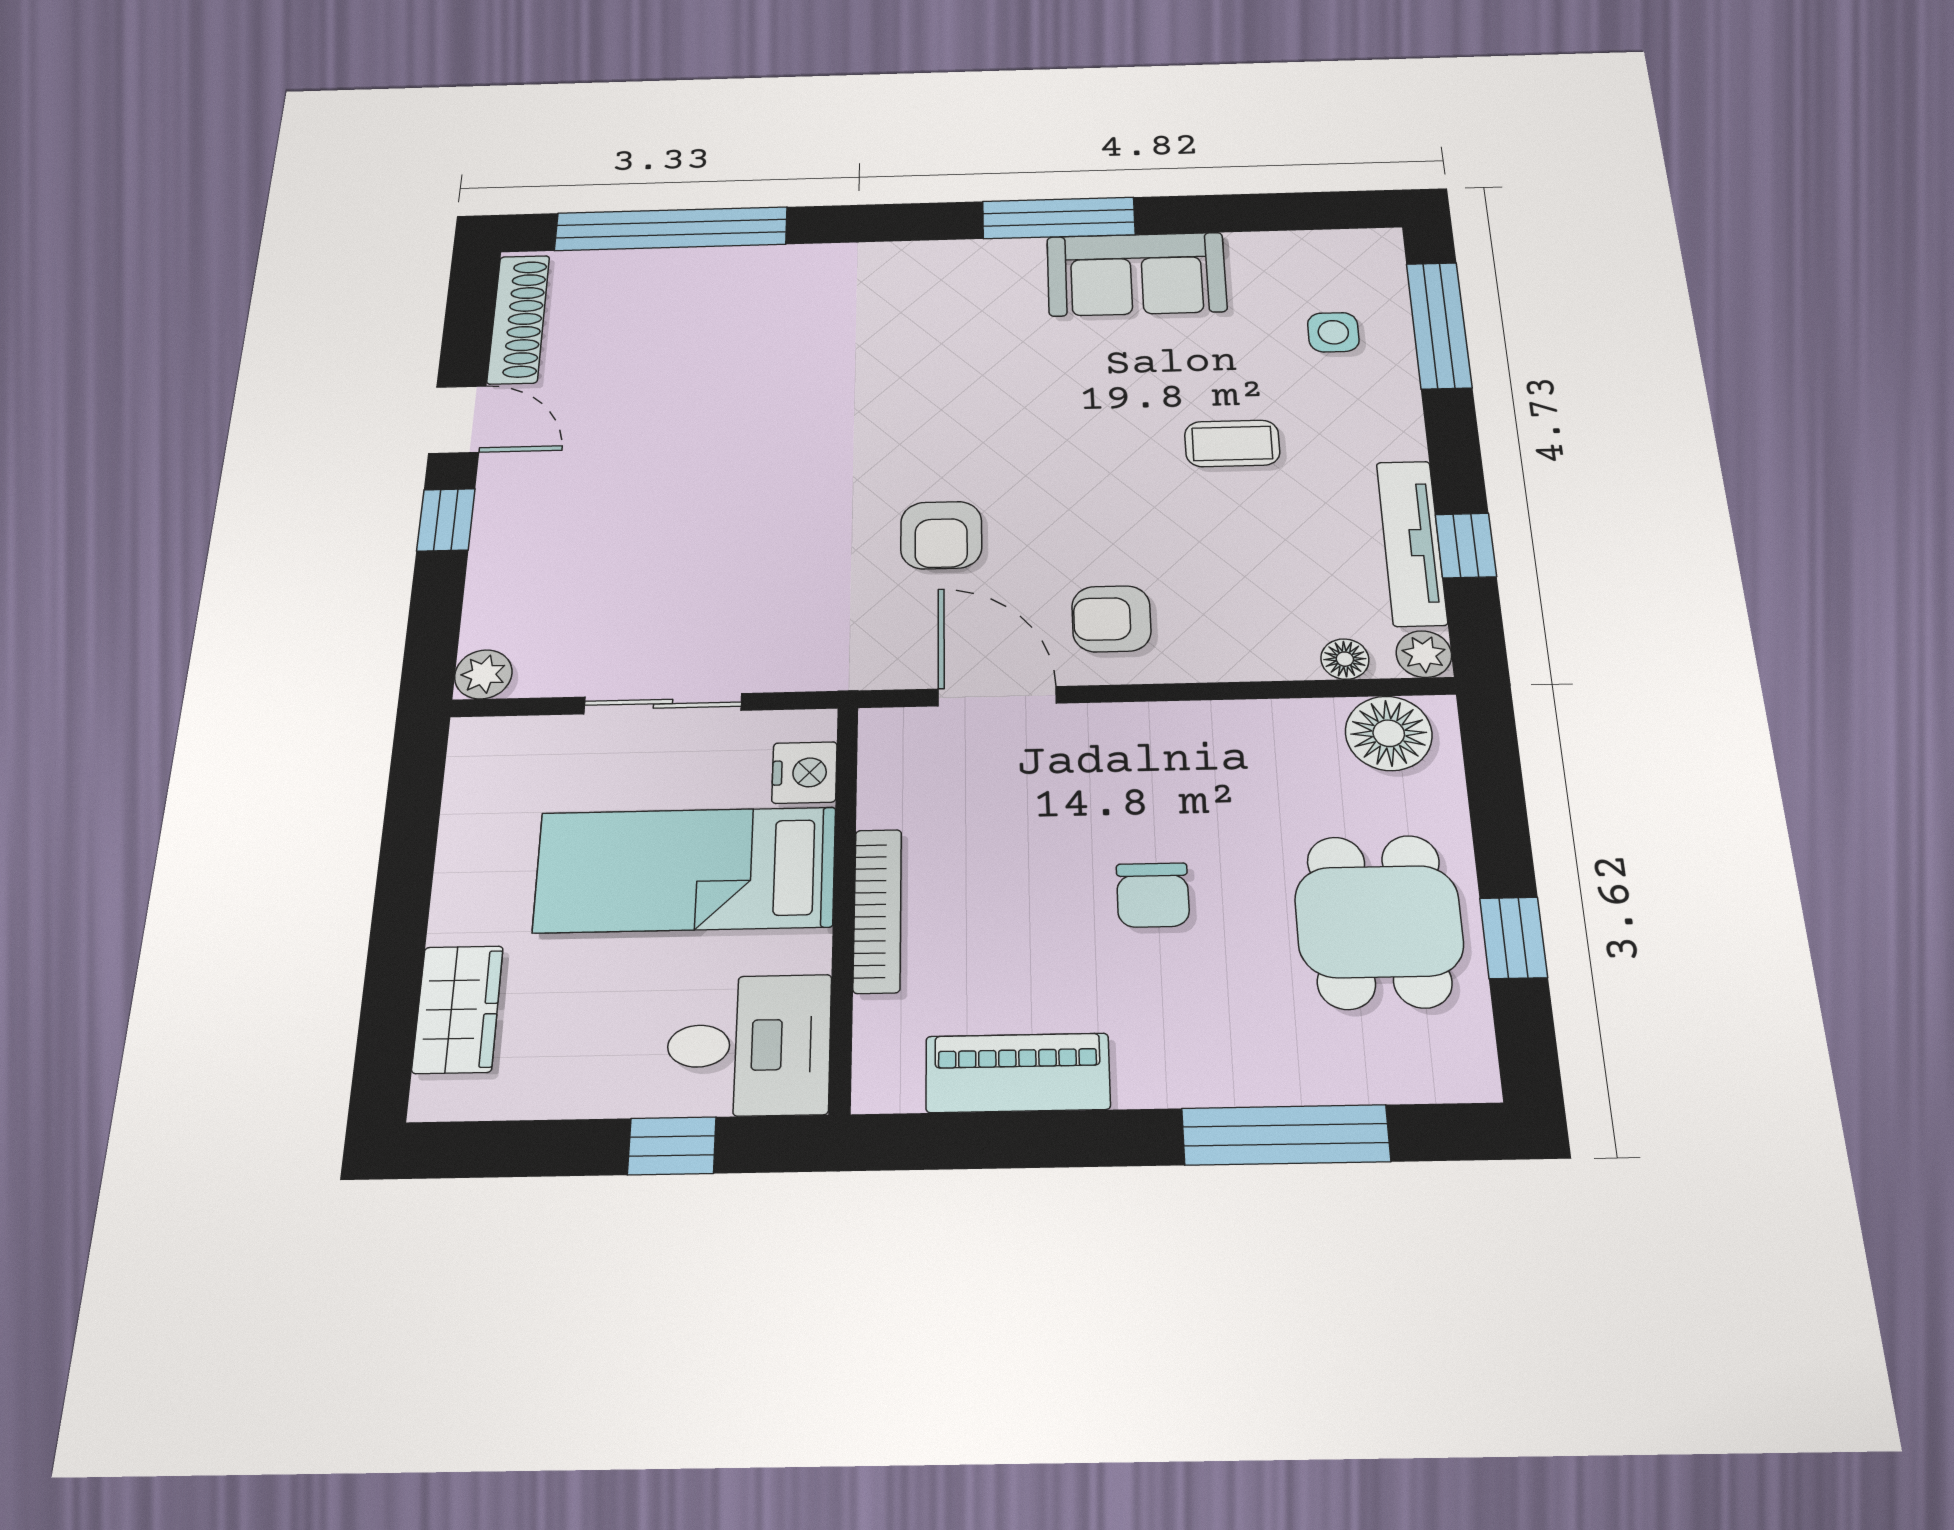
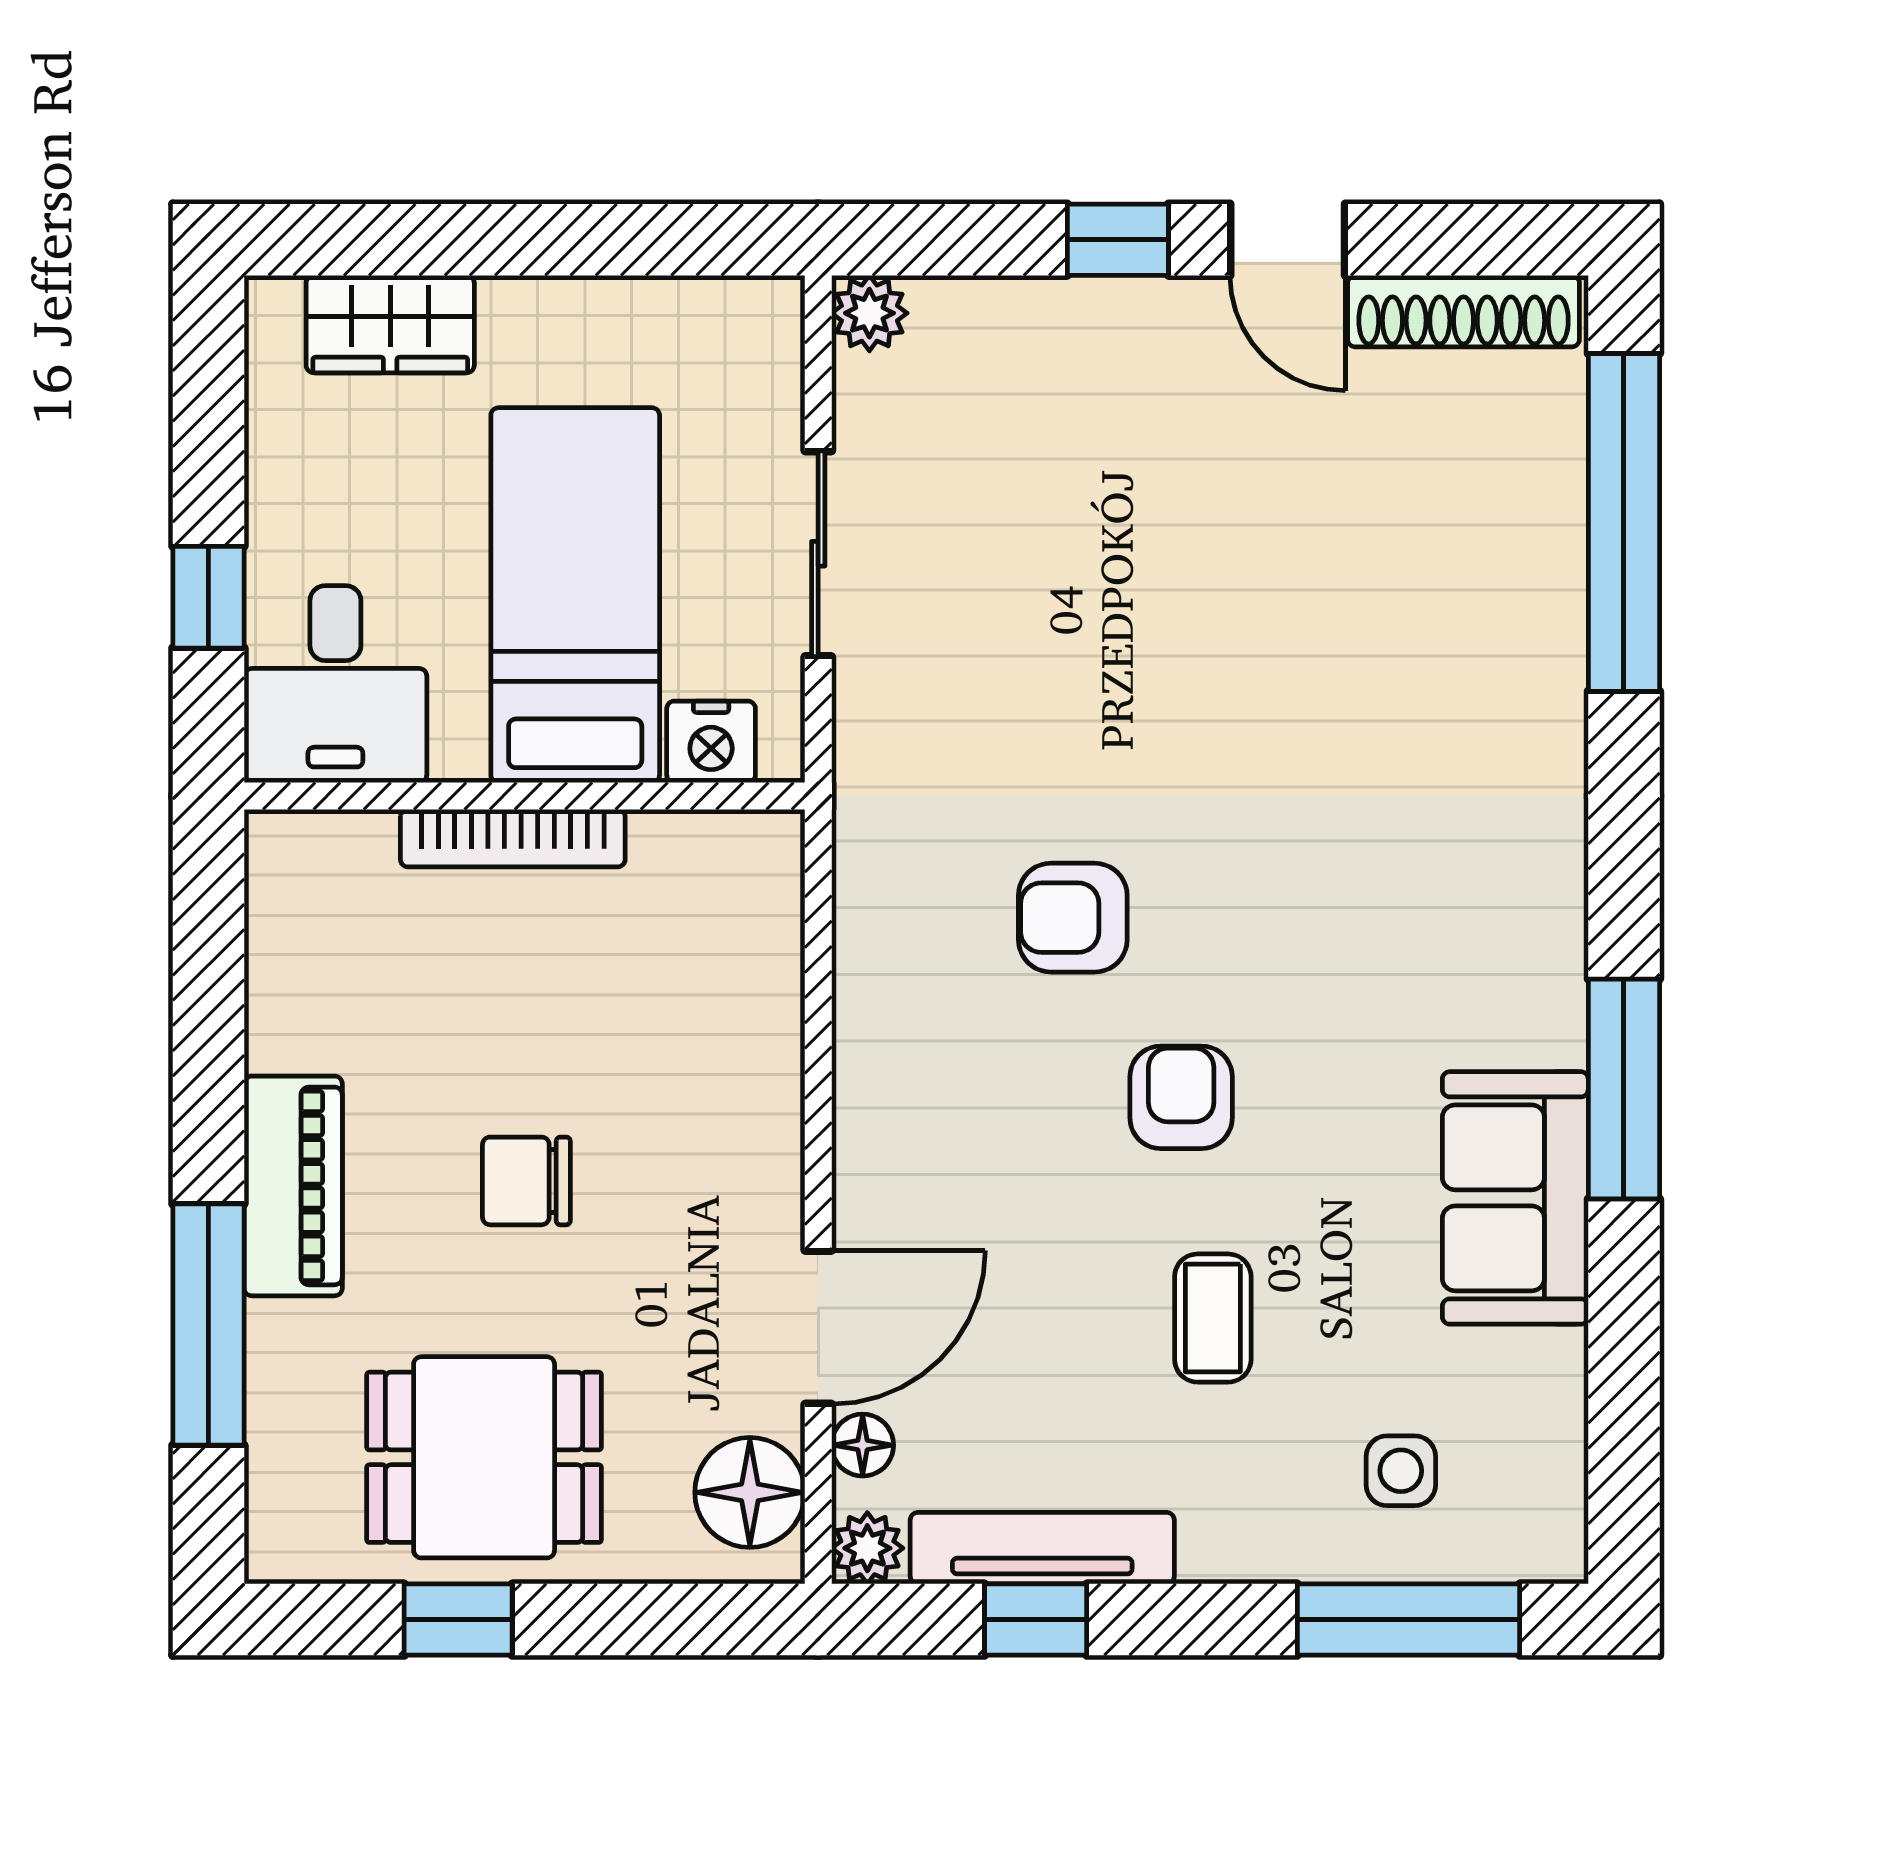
door: (458, 419) -> (1288, 240), hinge flipped
armchair: (1111, 619) -> (1181, 1097), moved
door: (997, 696) -> (818, 1327), moved
piano: (1018, 1073) -> (293, 1186), moved

